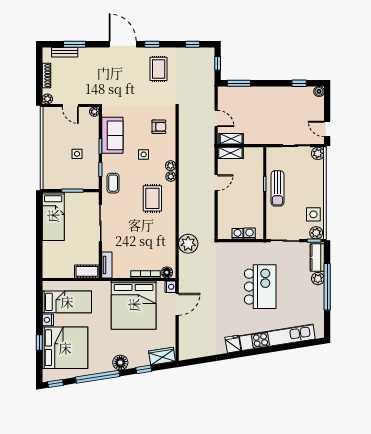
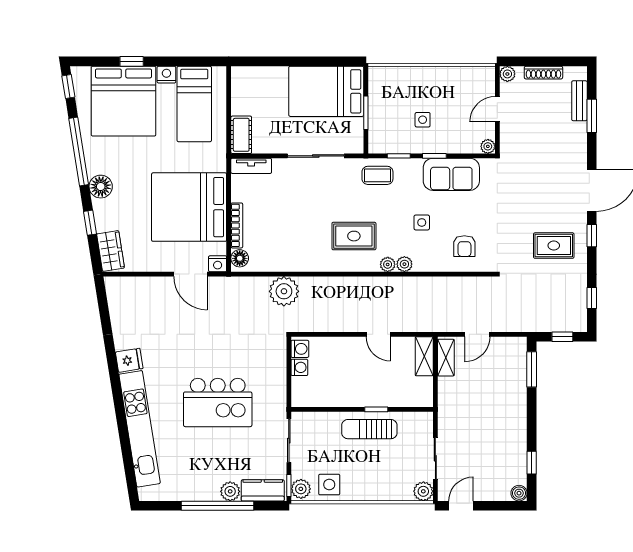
bed: (53, 216) -> (326, 91), width x1.50
washing machine: (250, 233) -> (300, 349), moved

